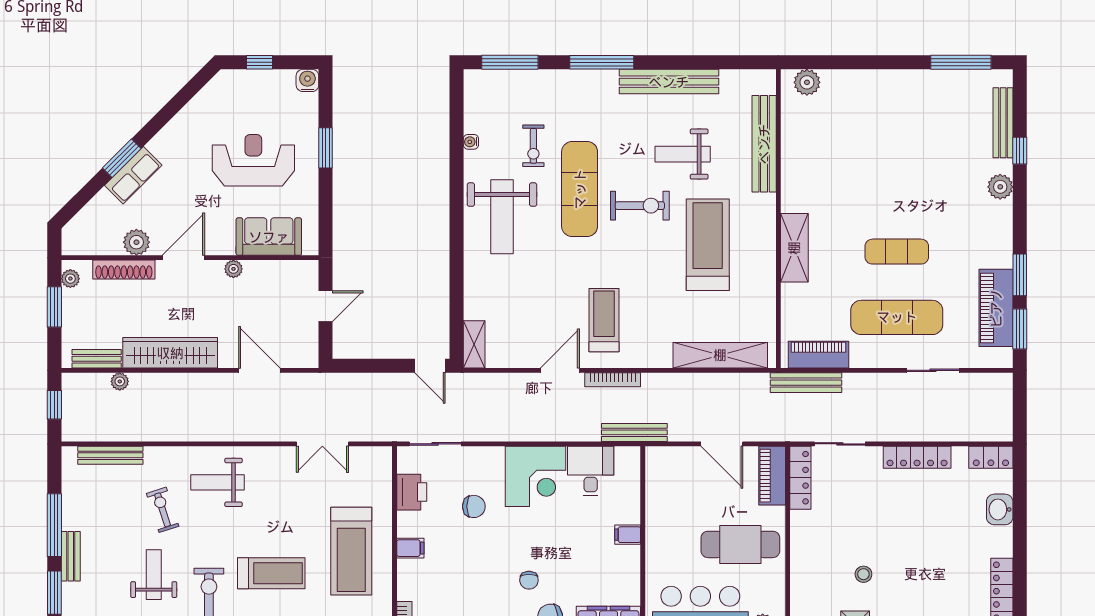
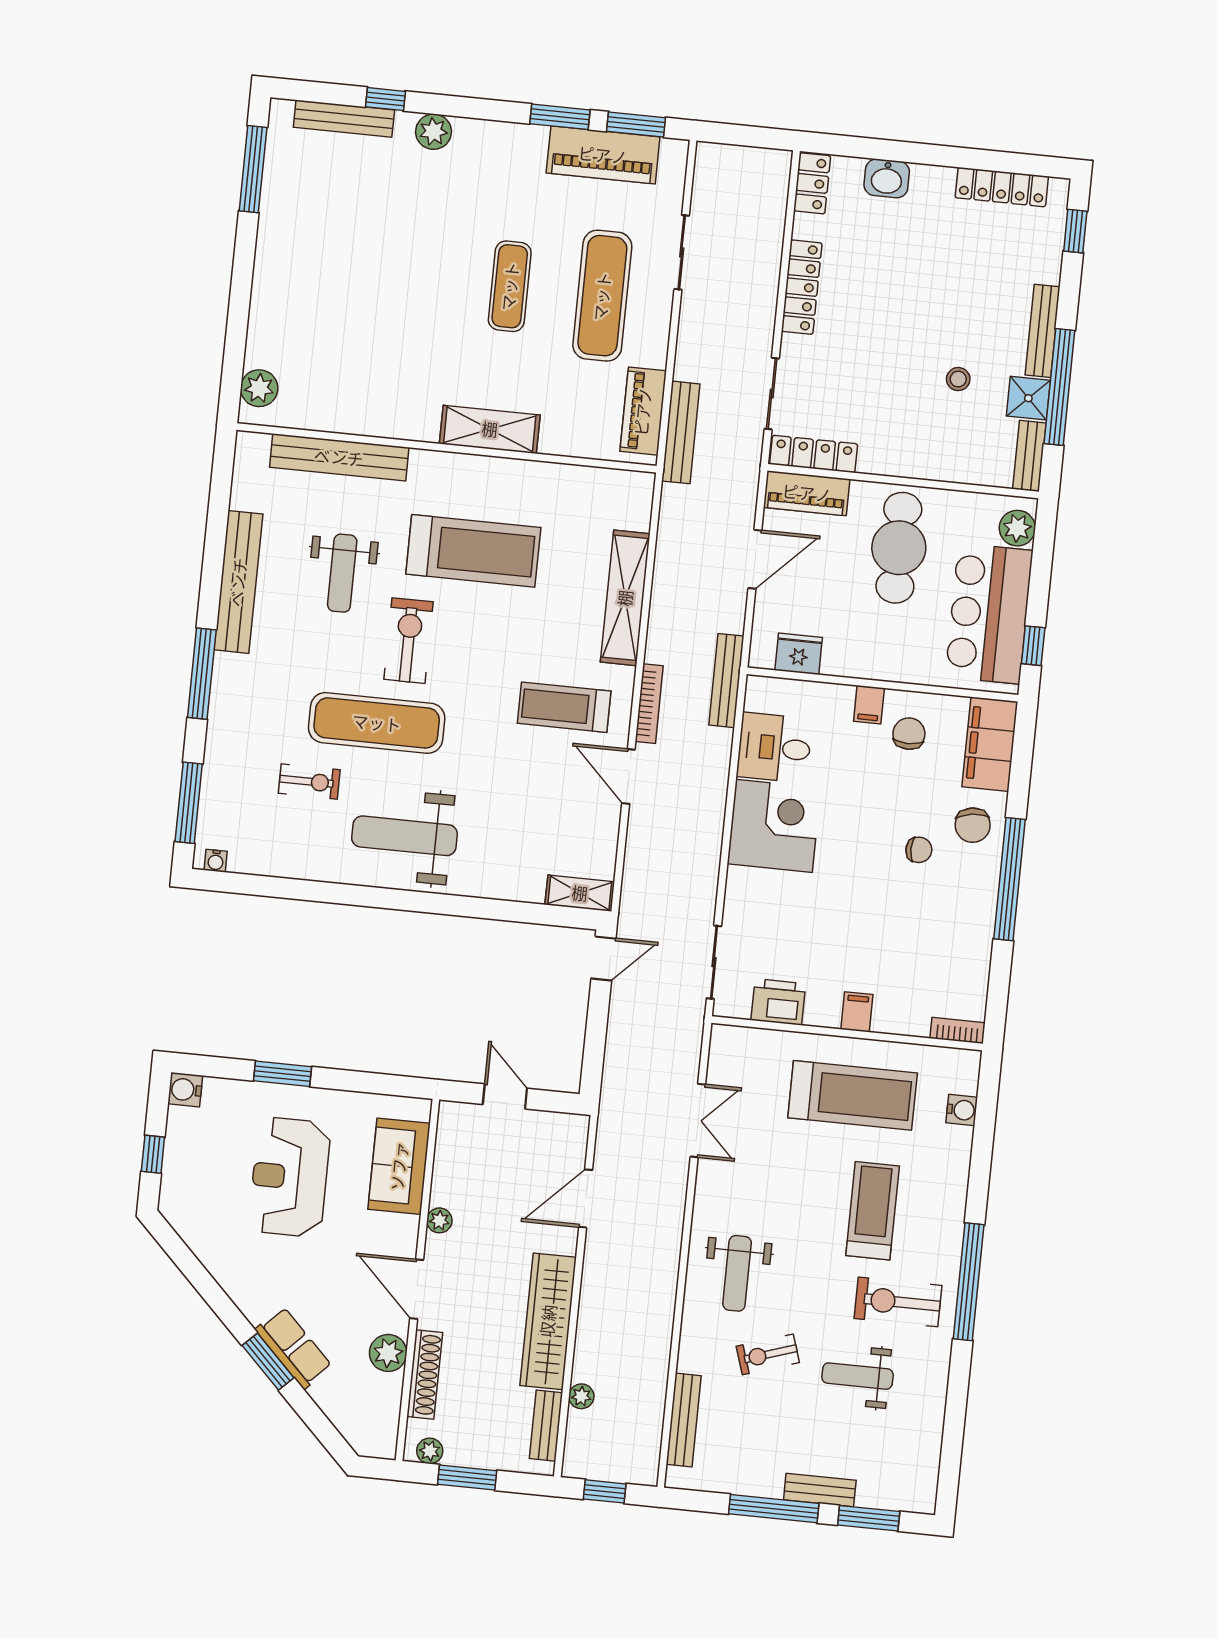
water cooler: (471, 142) -> (216, 861), moved
weight bench: (502, 217) -> (404, 836), turned 180
treadmill: (708, 245) -> (473, 551), turned 180
shelving: (720, 355) -> (625, 598), moved
fridge: (658, 481) -> (799, 654), added
chair: (474, 506) -> (909, 734), moved

